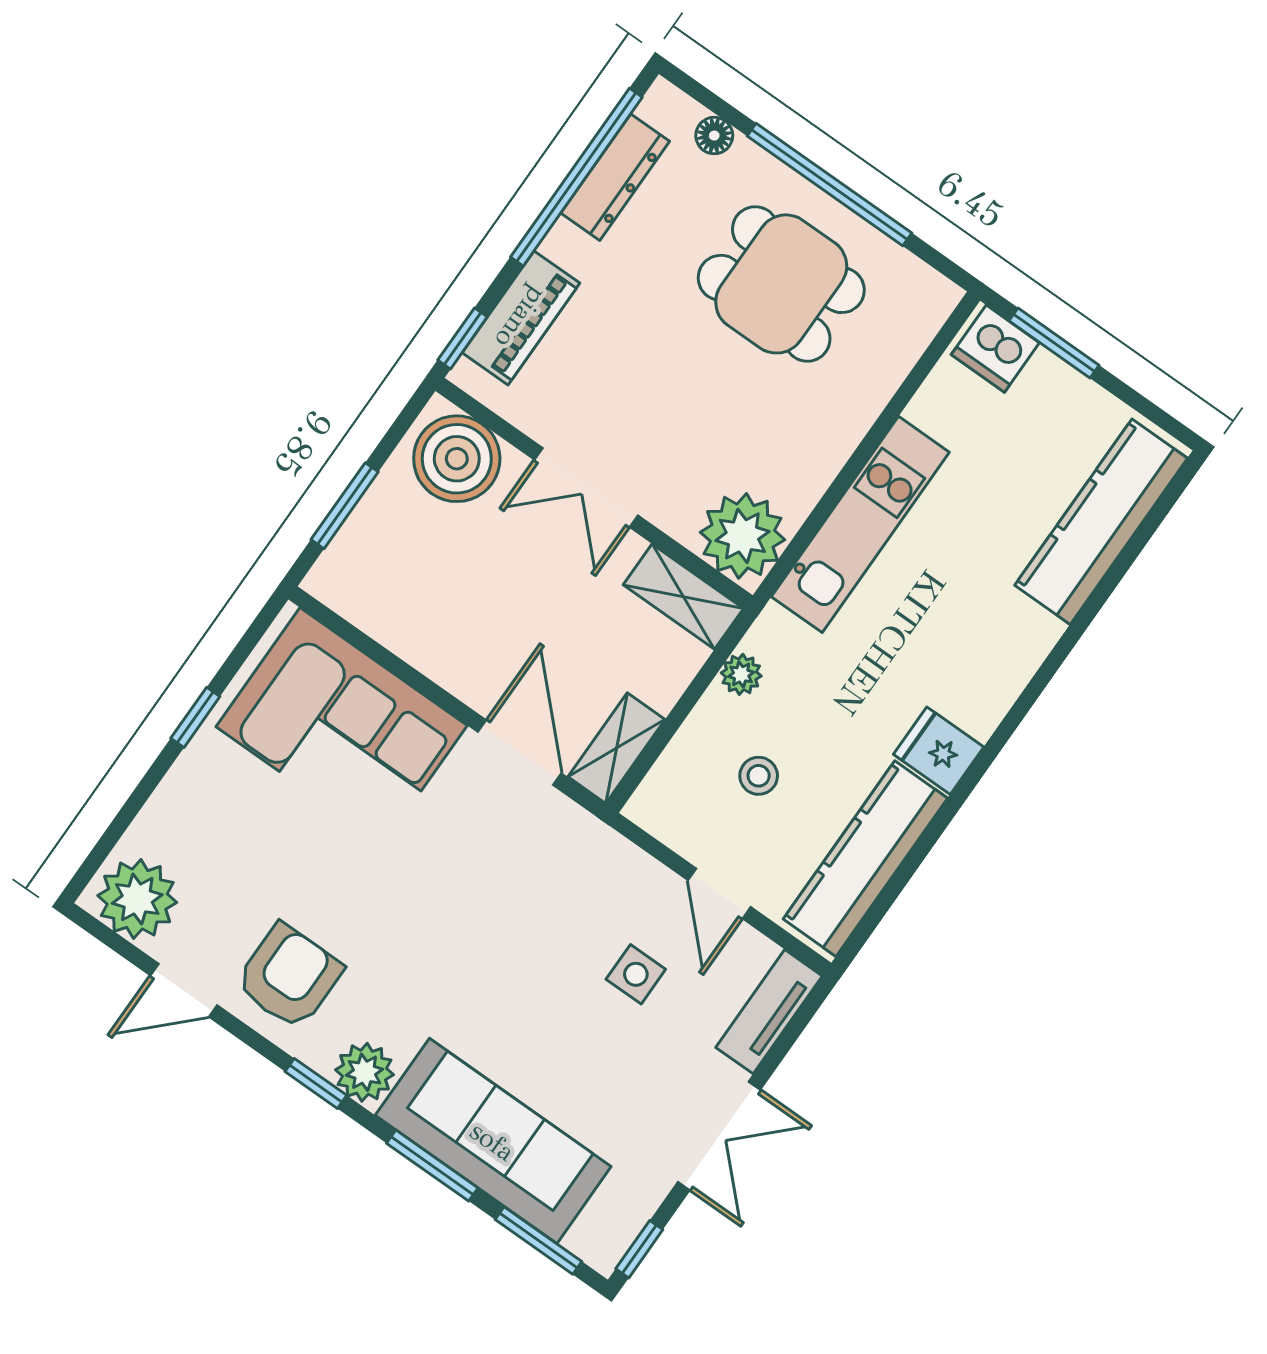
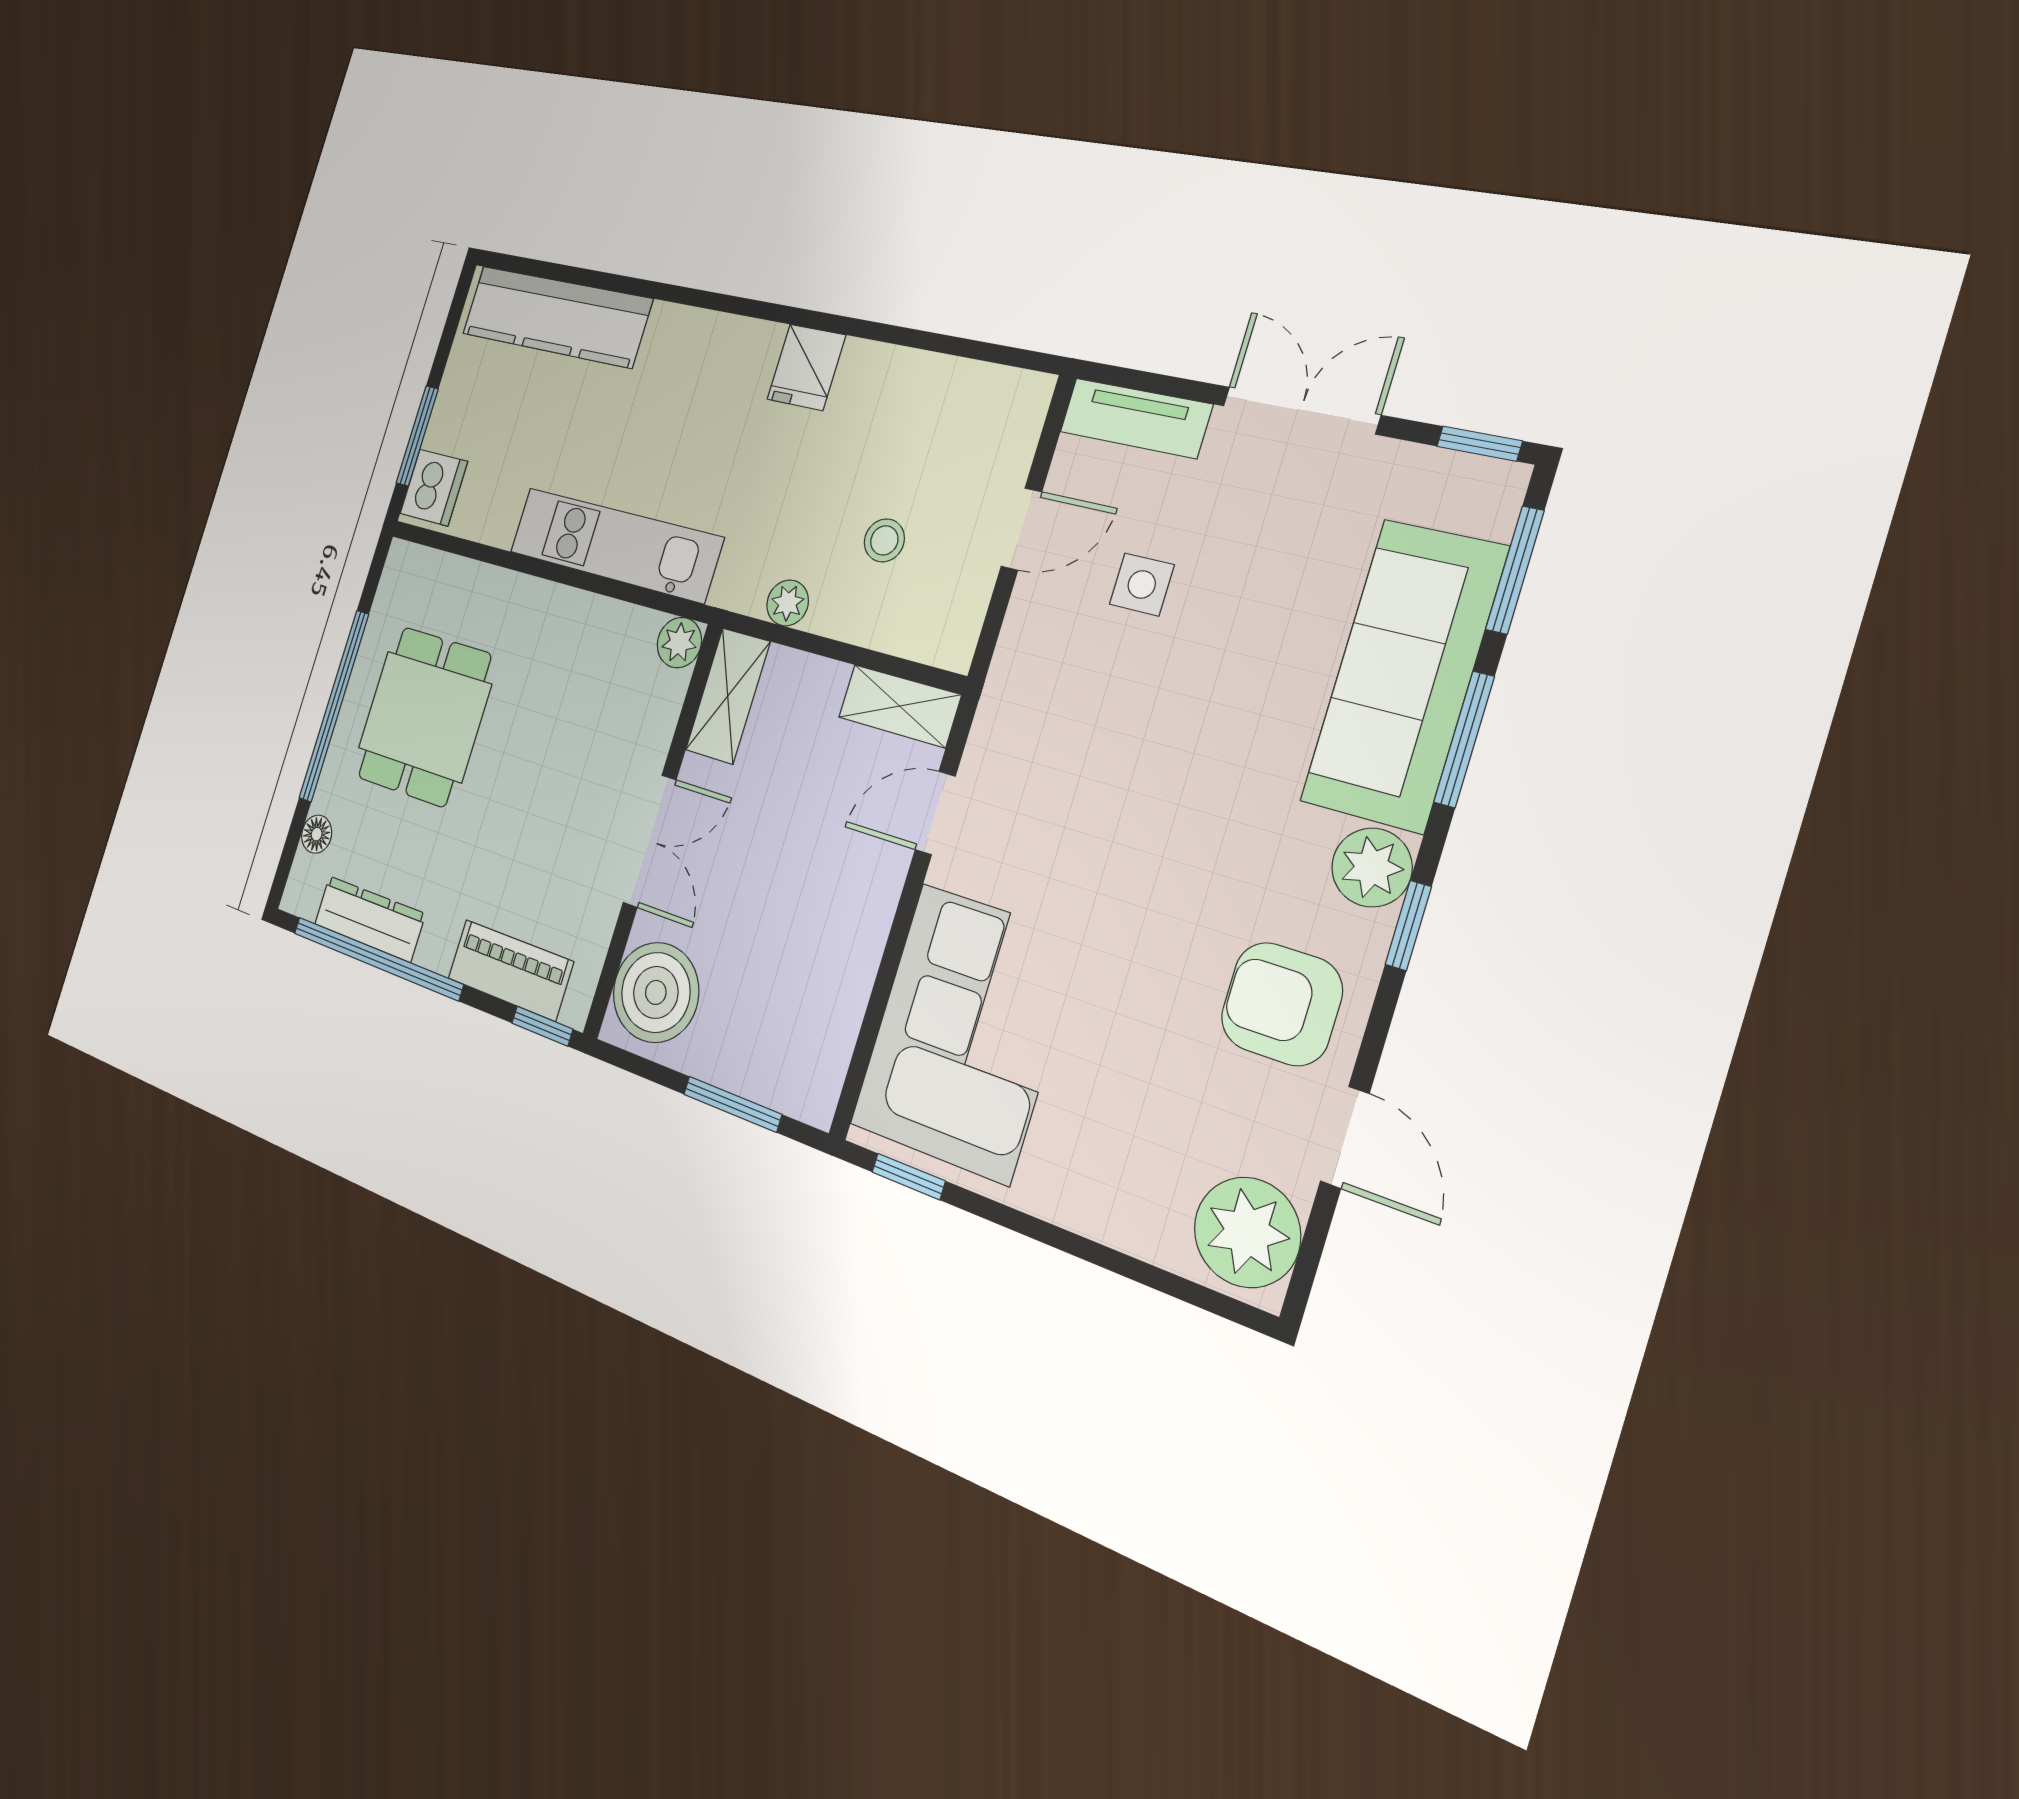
plant: (742, 536) -> (679, 643), width x0.53, depth x0.53
window: (195, 717) -> (909, 1177), moved
door: (520, 753) -> (935, 813), width x0.73
kitchen counter: (865, 859) -> (937, 390), removed

